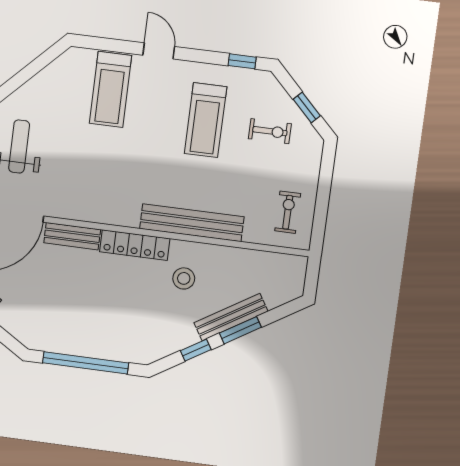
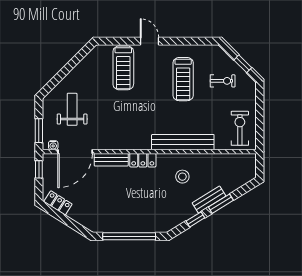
window: (242, 61) -> (200, 41), removed
exercise bike: (288, 212) -> (240, 128), width x1.38, depth x1.39
locker: (135, 245) -> (143, 160), width x0.66
bench: (231, 317) -> (209, 199), width x0.73

